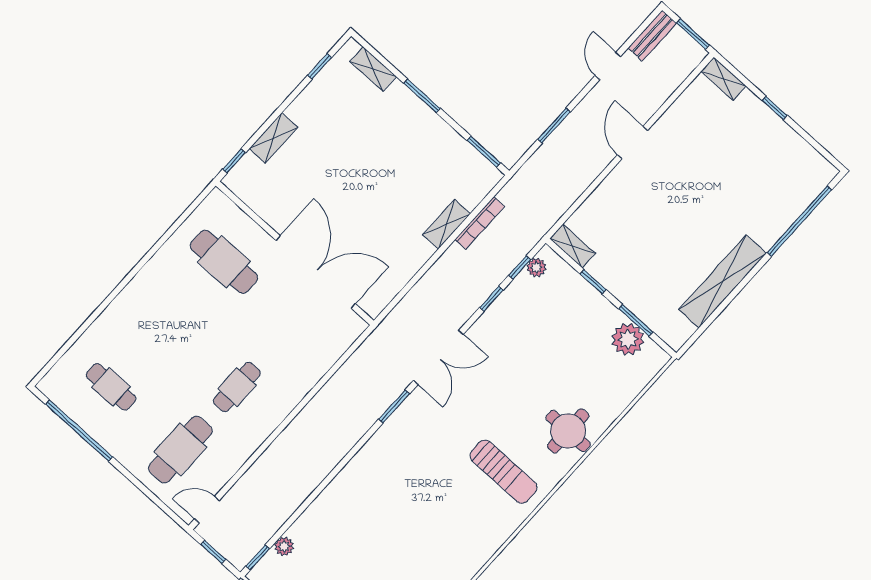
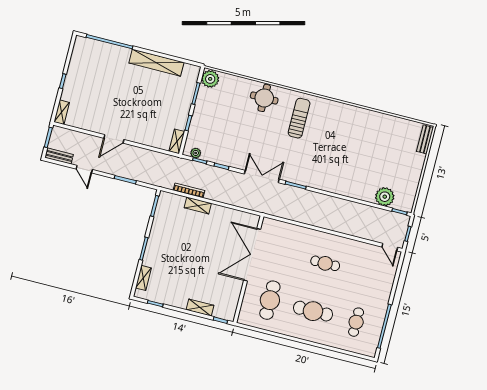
door: (608, 66) -> (84, 169), hinge flipped
plant: (628, 339) -> (210, 79), moved
cafe table: (180, 450) -> (313, 311), moved
plant: (284, 546) -> (385, 197), width x1.88, depth x1.88

